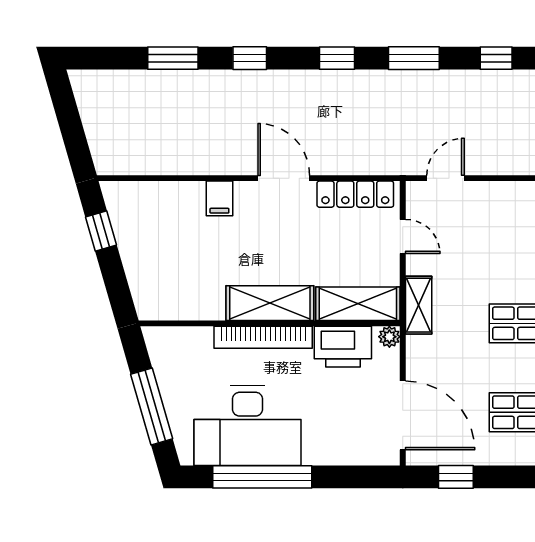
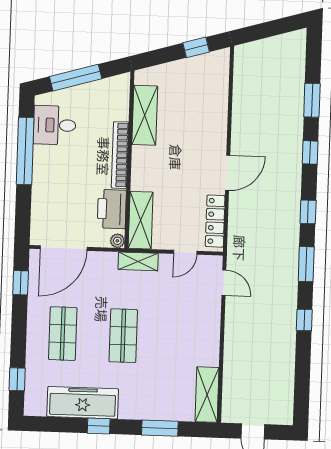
filing cabinet: (219, 198) -> (215, 129), removed
shelving: (270, 303) -> (145, 115), moved
desk: (248, 426) -> (55, 125), width x0.53, depth x0.77

